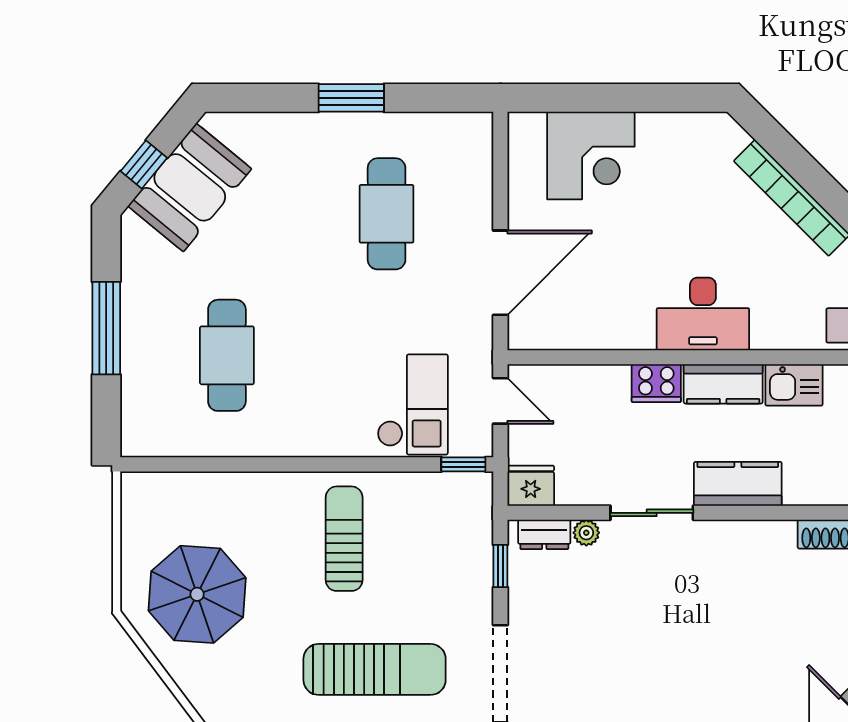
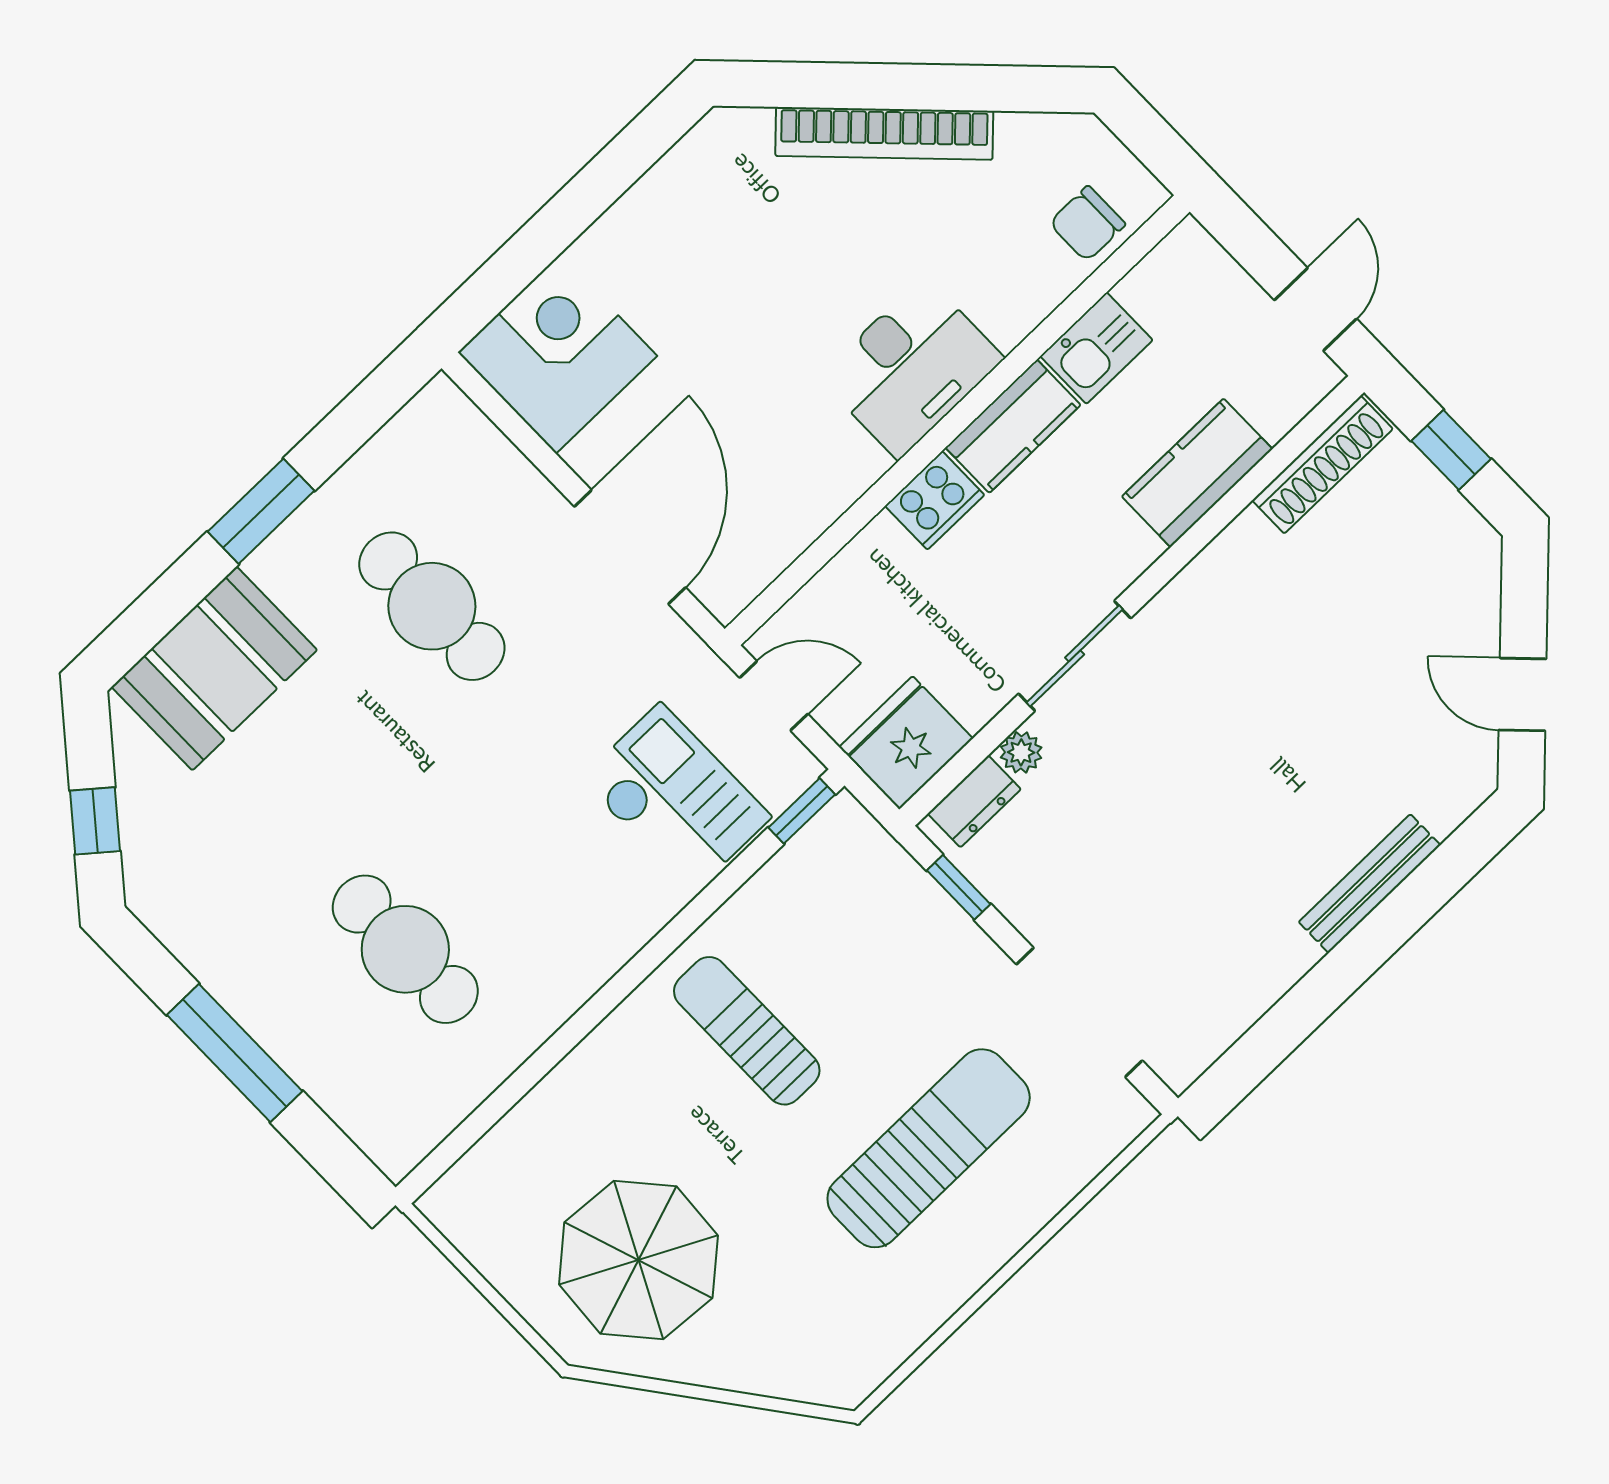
corner desk: (591, 155) -> (557, 354), moved, turned -90
booth: (190, 187) -> (214, 668), moved, turned 51
kitchen counter: (738, 484) -> (1197, 473), moved
fridge: (531, 486) -> (906, 743), width x1.36, depth x1.34

